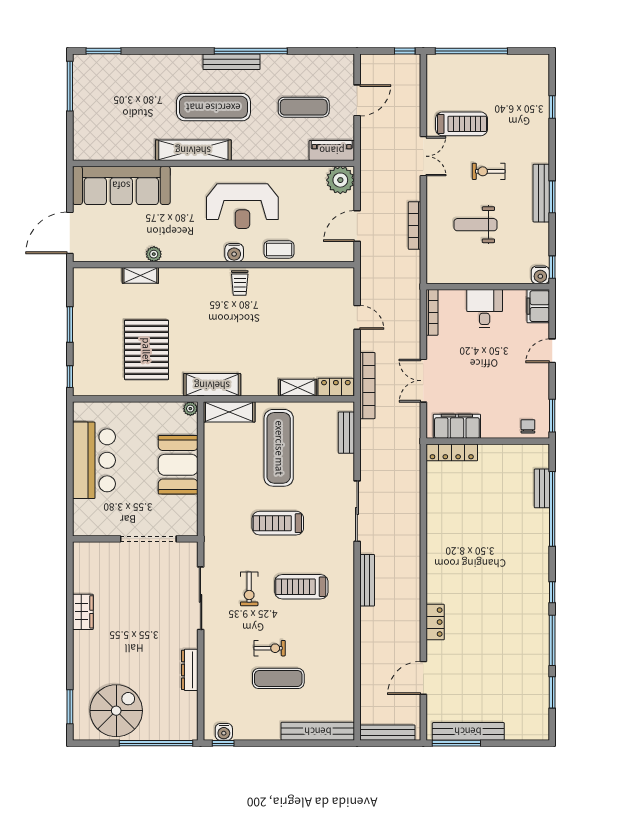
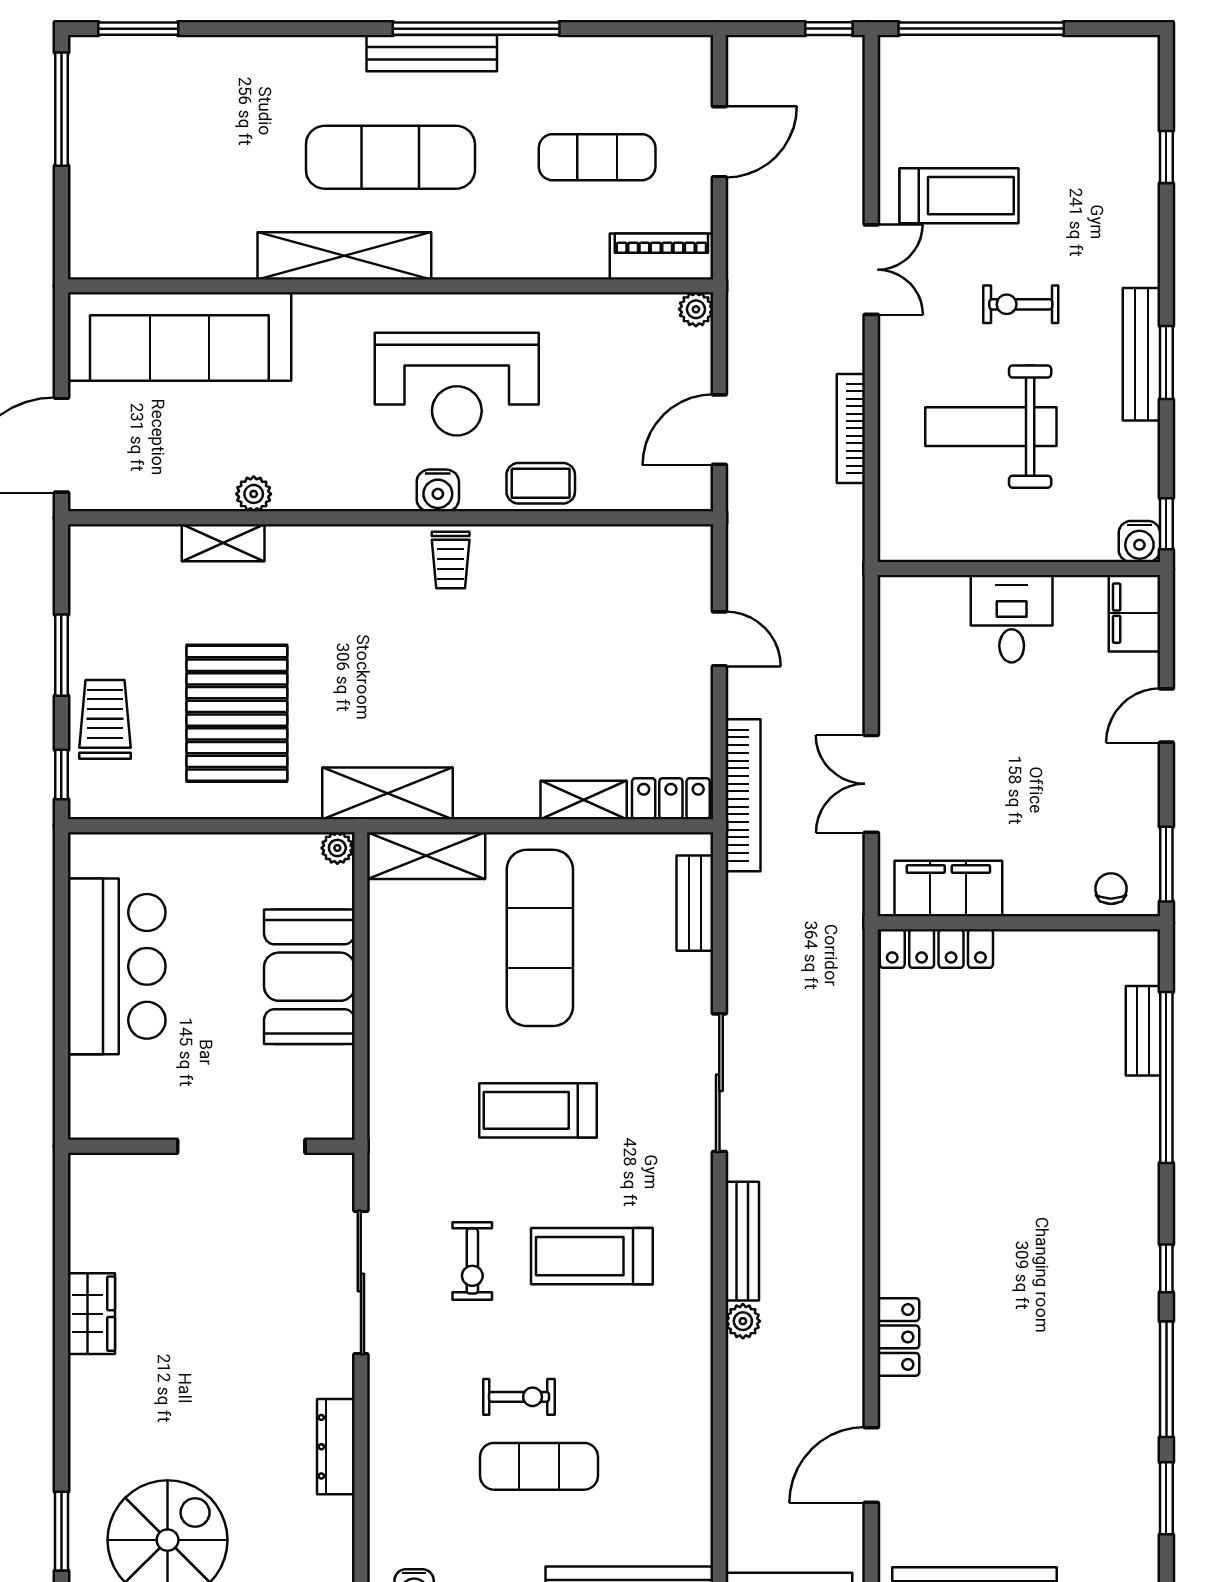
plant: (340, 180) -> (696, 309), width x0.53, depth x0.53
weight bench: (475, 225) -> (991, 427), width x1.36, depth x1.33
bookcase: (432, 312) -> (891, 627), removed
trolley: (89, 353) -> (105, 719), added
plant: (367, 615) -> (743, 1321), added

